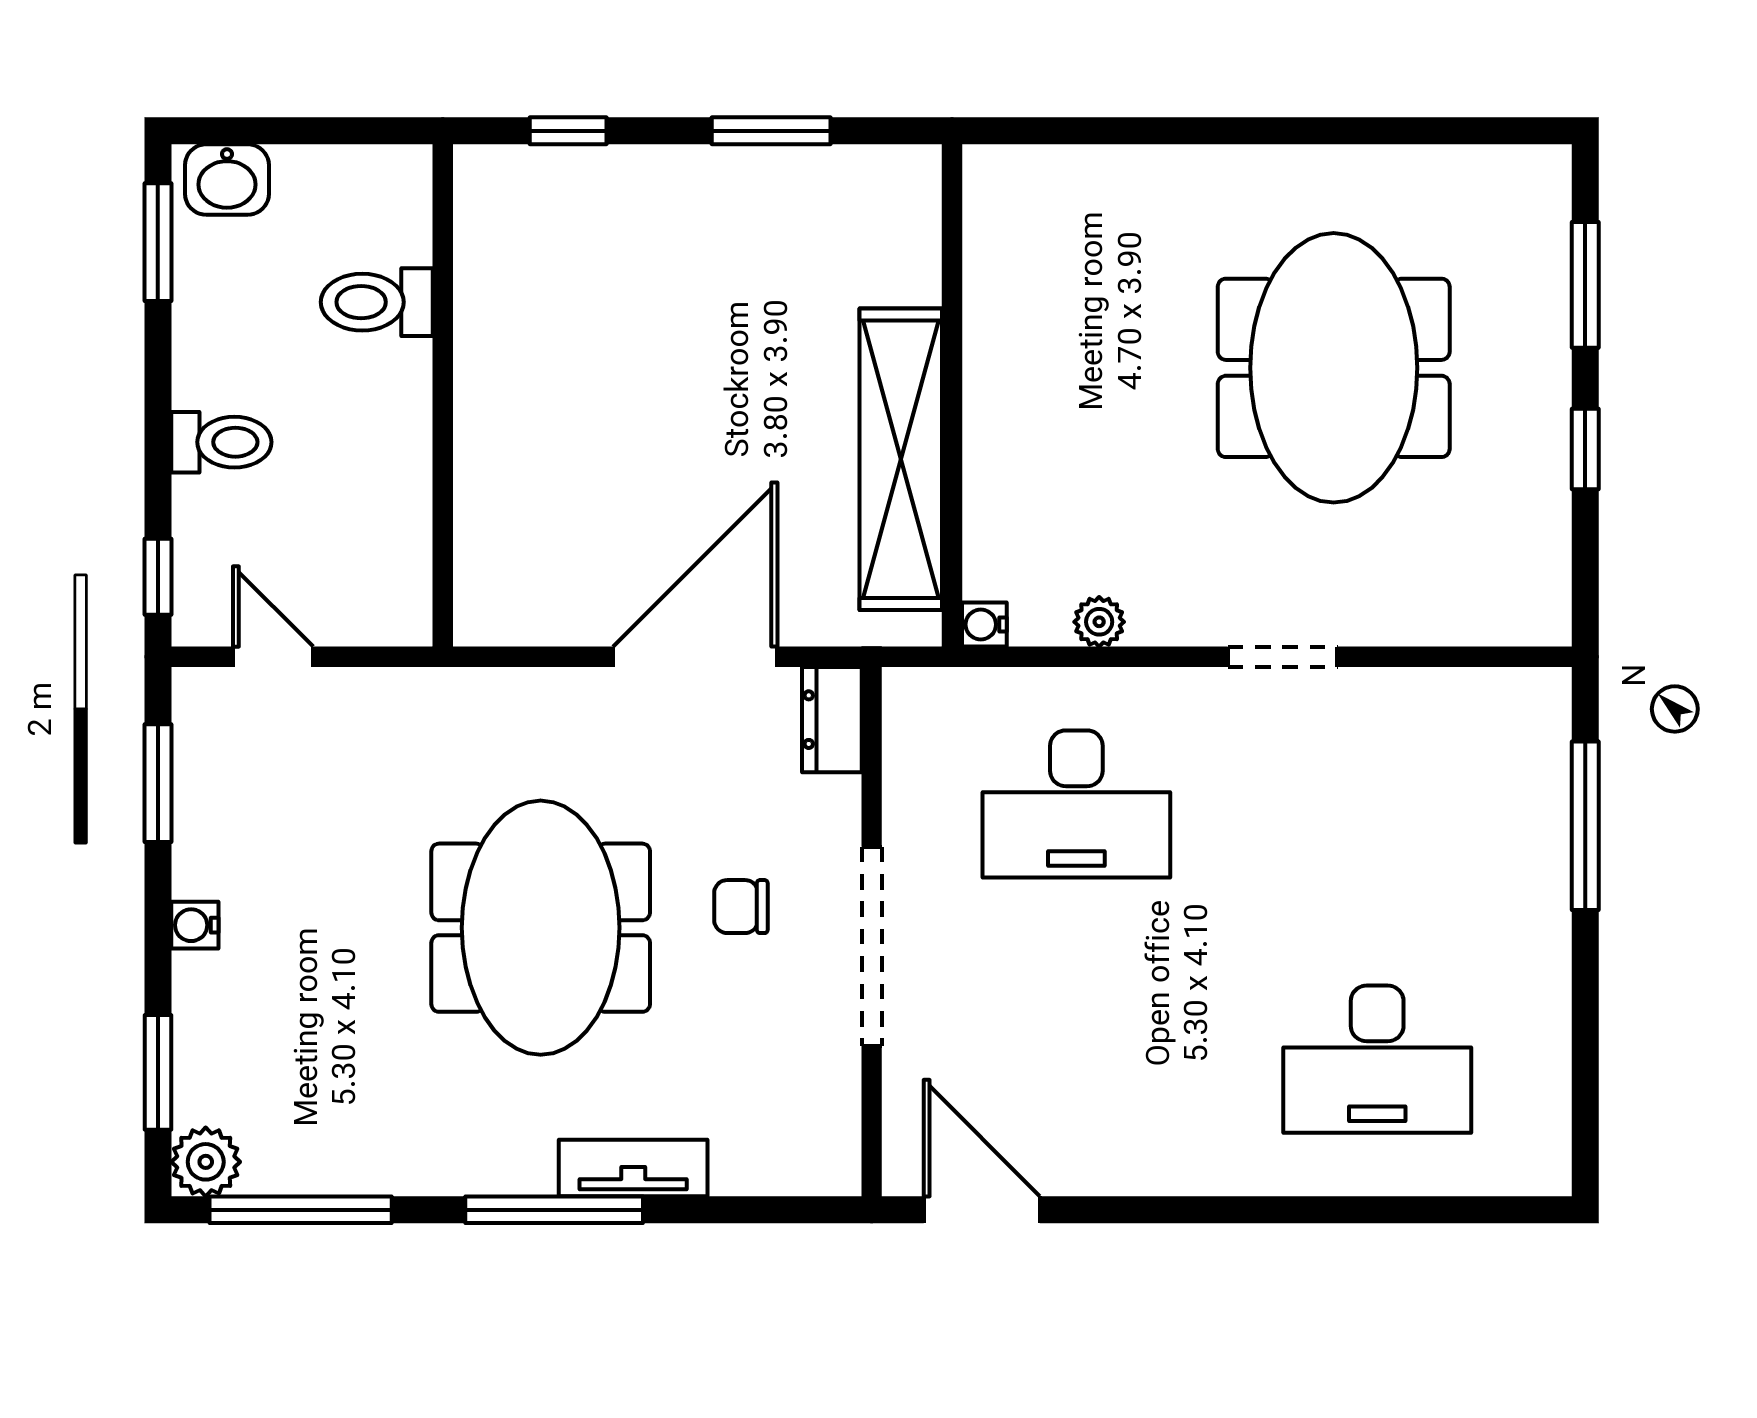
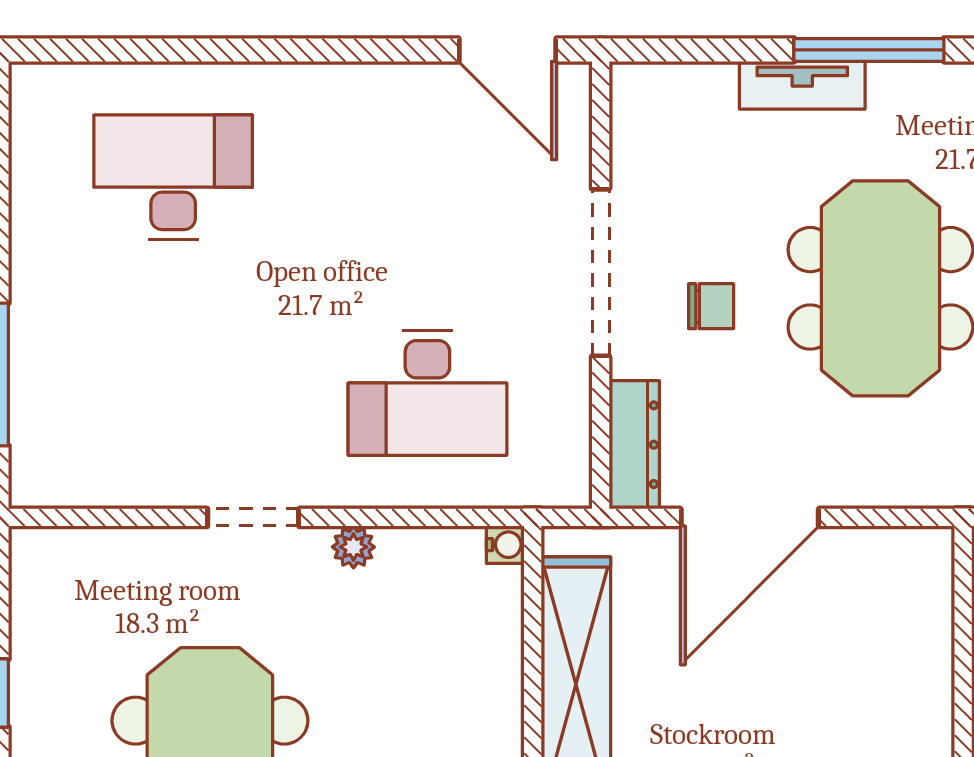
plant: (1099, 622) -> (353, 547), moved
dresser: (832, 720) -> (634, 445), width x1.44
desk: (1076, 804) -> (427, 393), turned 180

